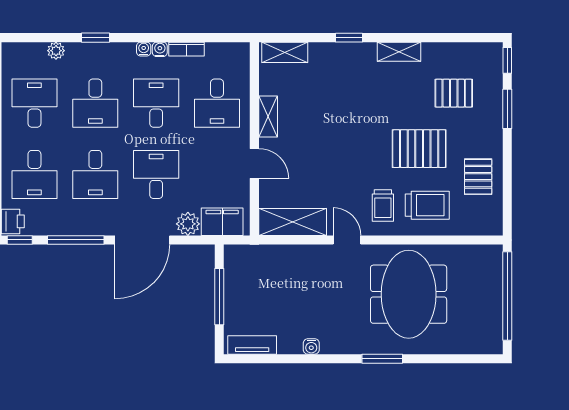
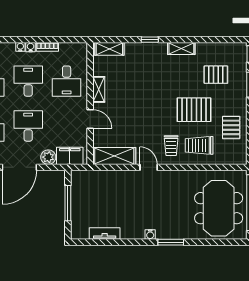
trolley: (427, 205) -> (199, 145), turned 180
meeting table: (409, 294) -> (219, 208), moved
tv unit: (252, 345) -> (105, 234), moved
water cooler: (311, 346) -> (150, 234), moved

